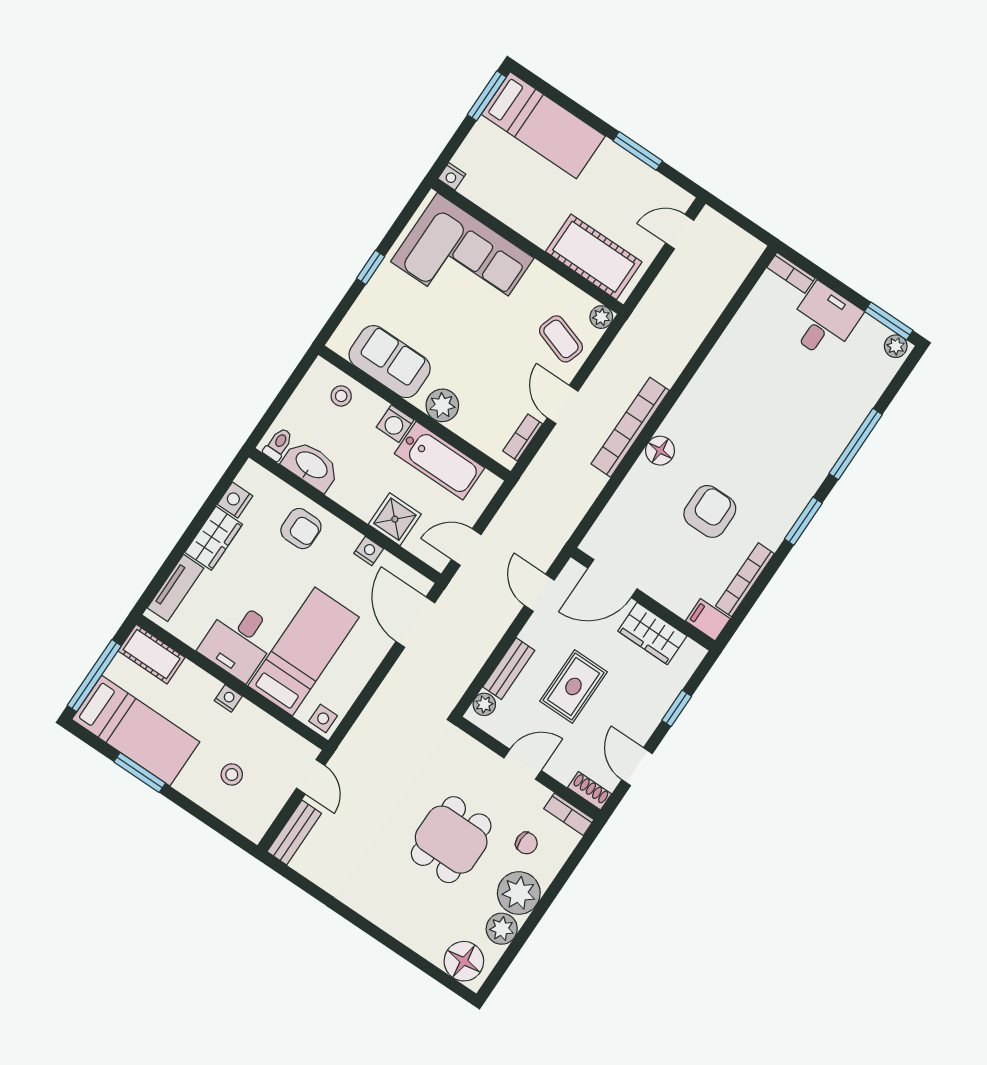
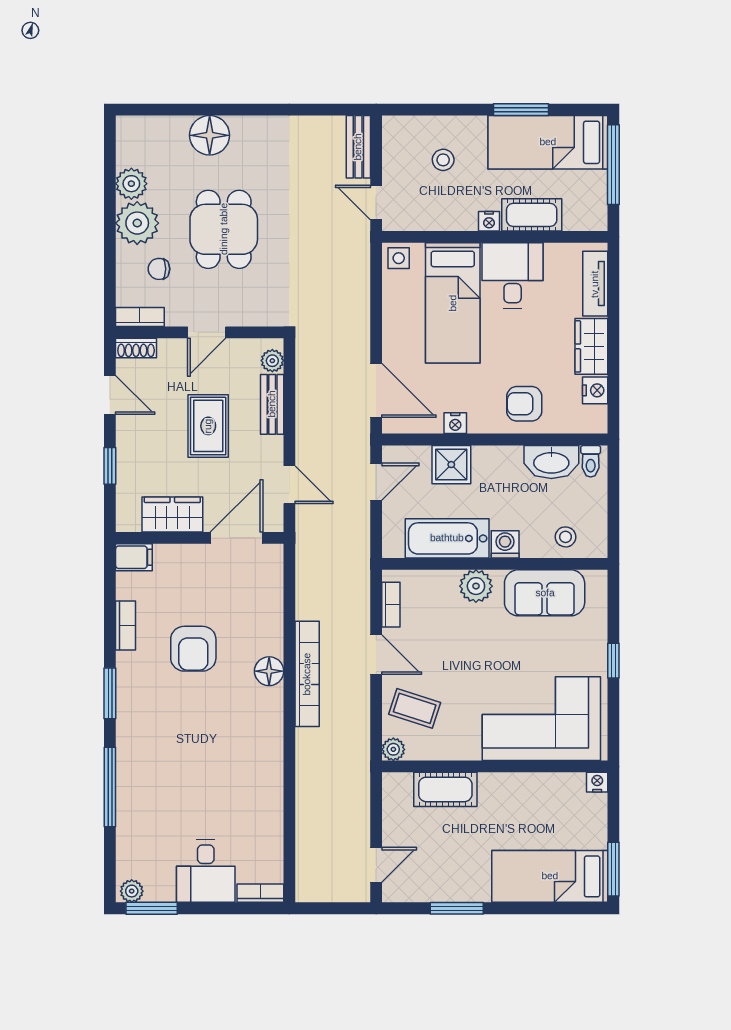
cot: (594, 257) -> (445, 789), width x0.73, depth x0.75
bookcase: (745, 580) -> (126, 625), width x0.64
cot: (152, 654) -> (532, 215), moved
floor lamp: (464, 961) -> (210, 135), moved

